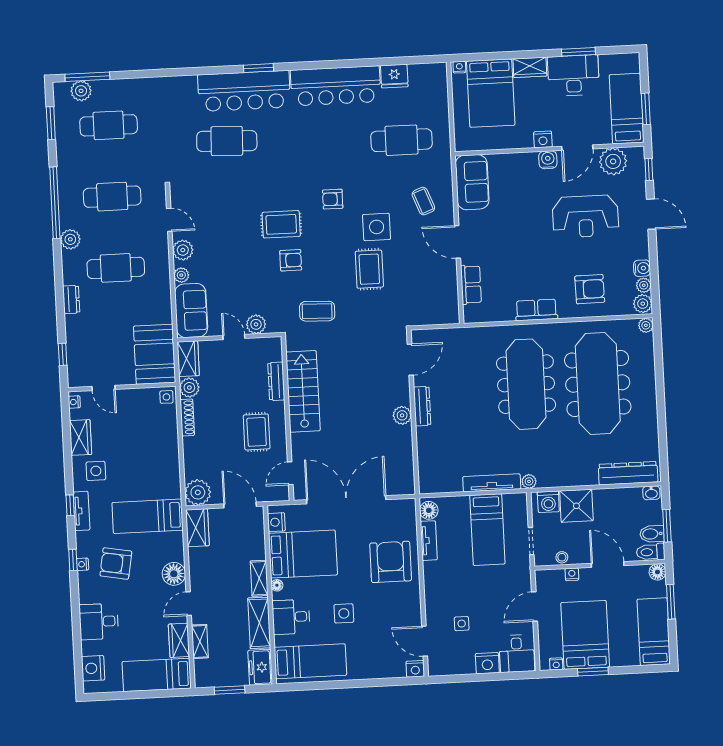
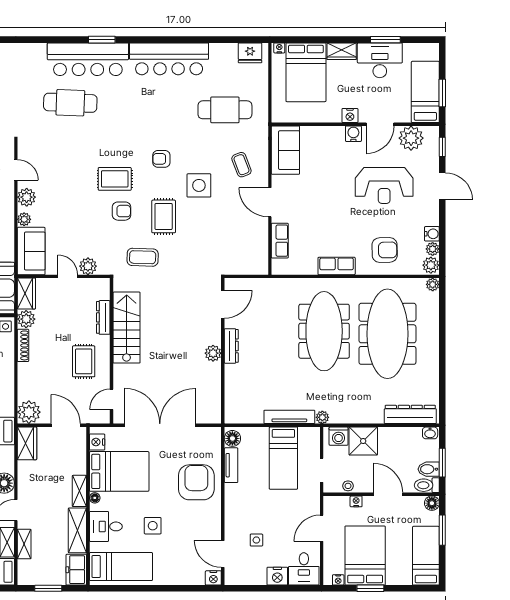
fridge: (394, 76) -> (250, 53), moved
rug: (369, 269) -> (164, 216), moved

